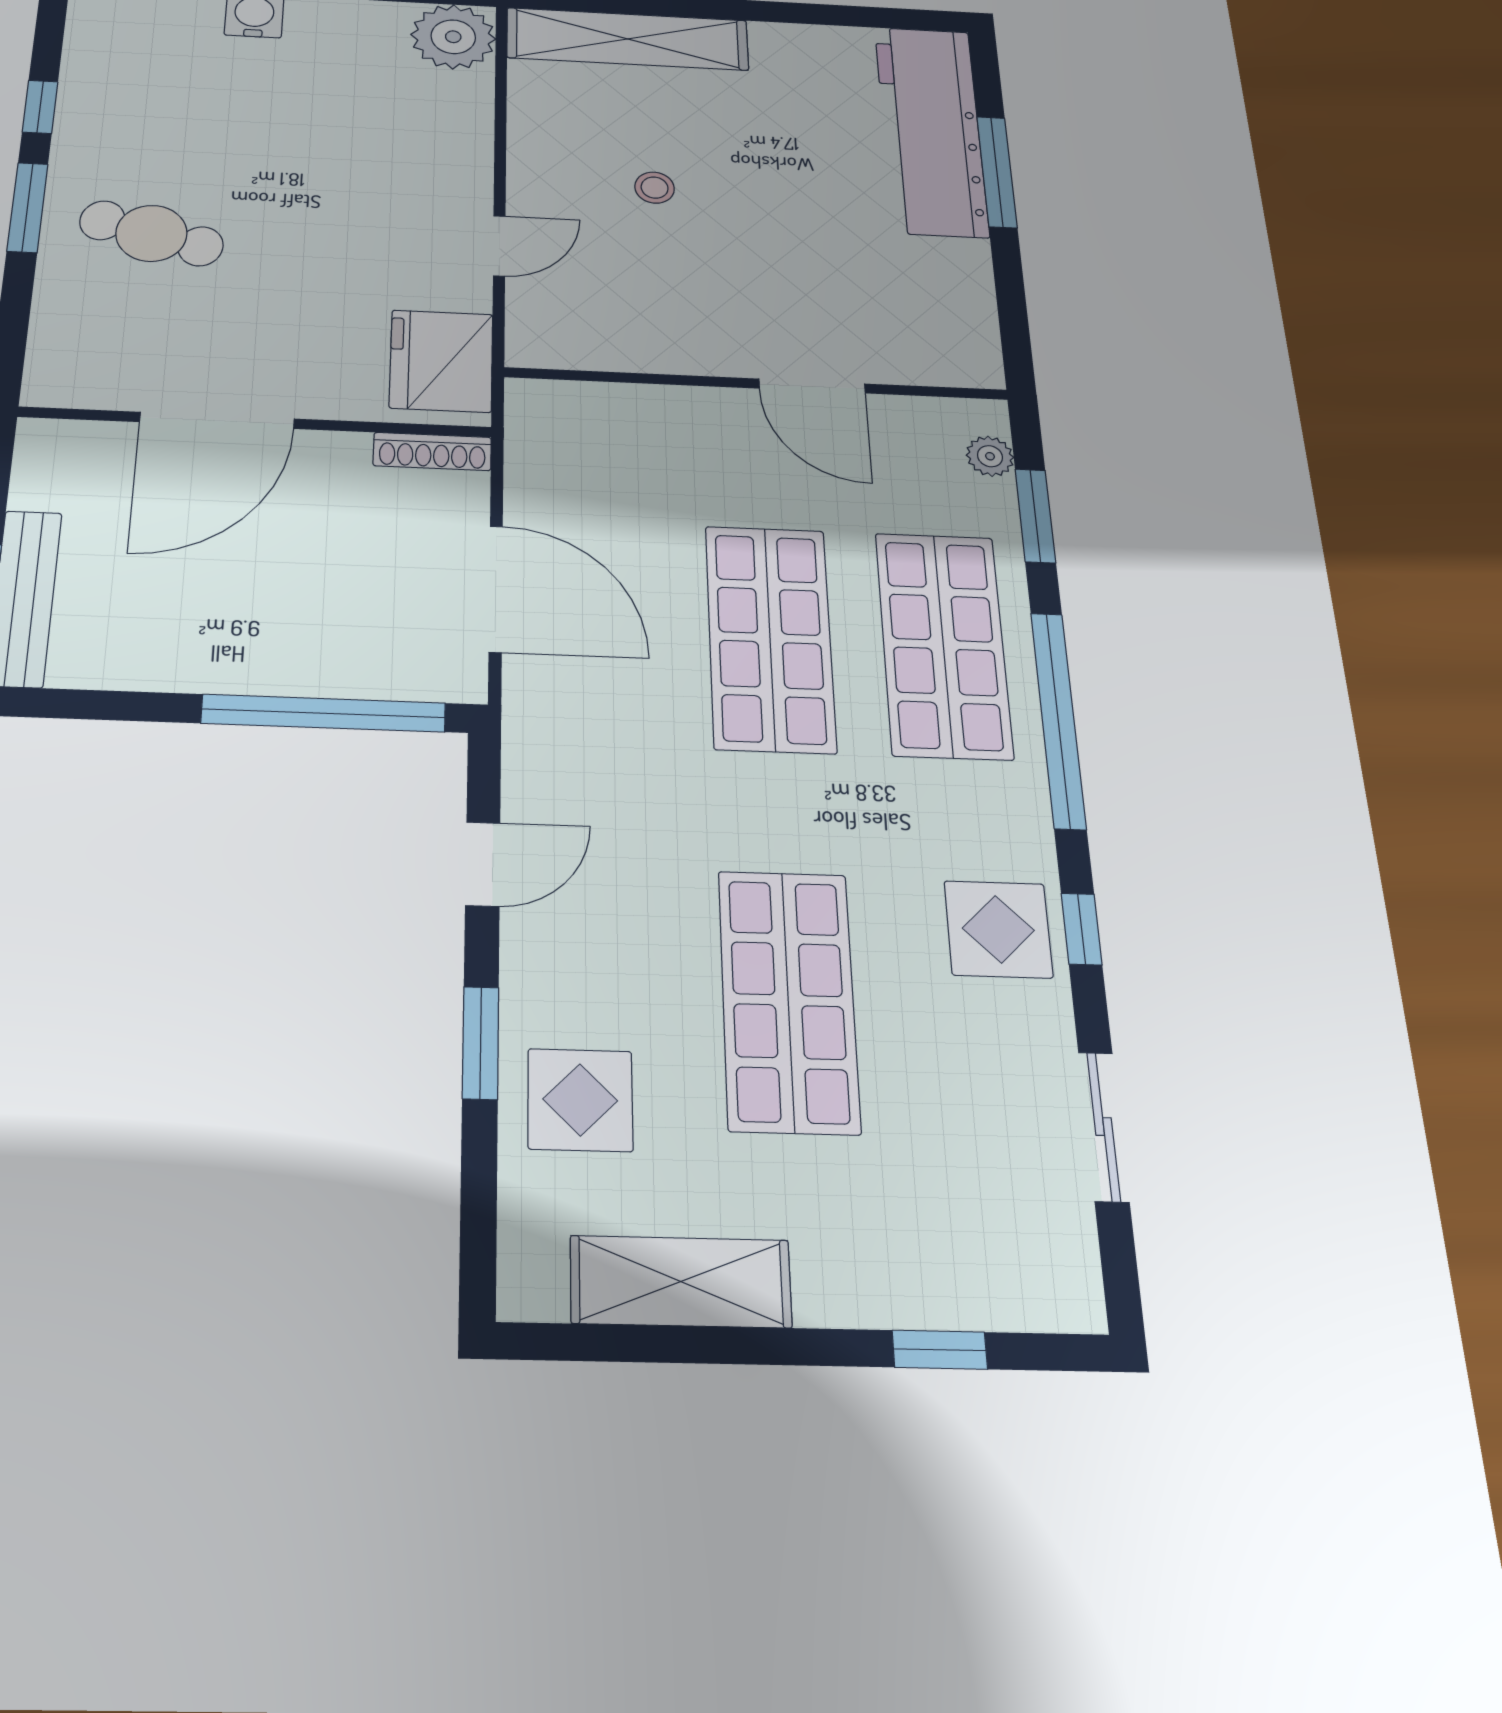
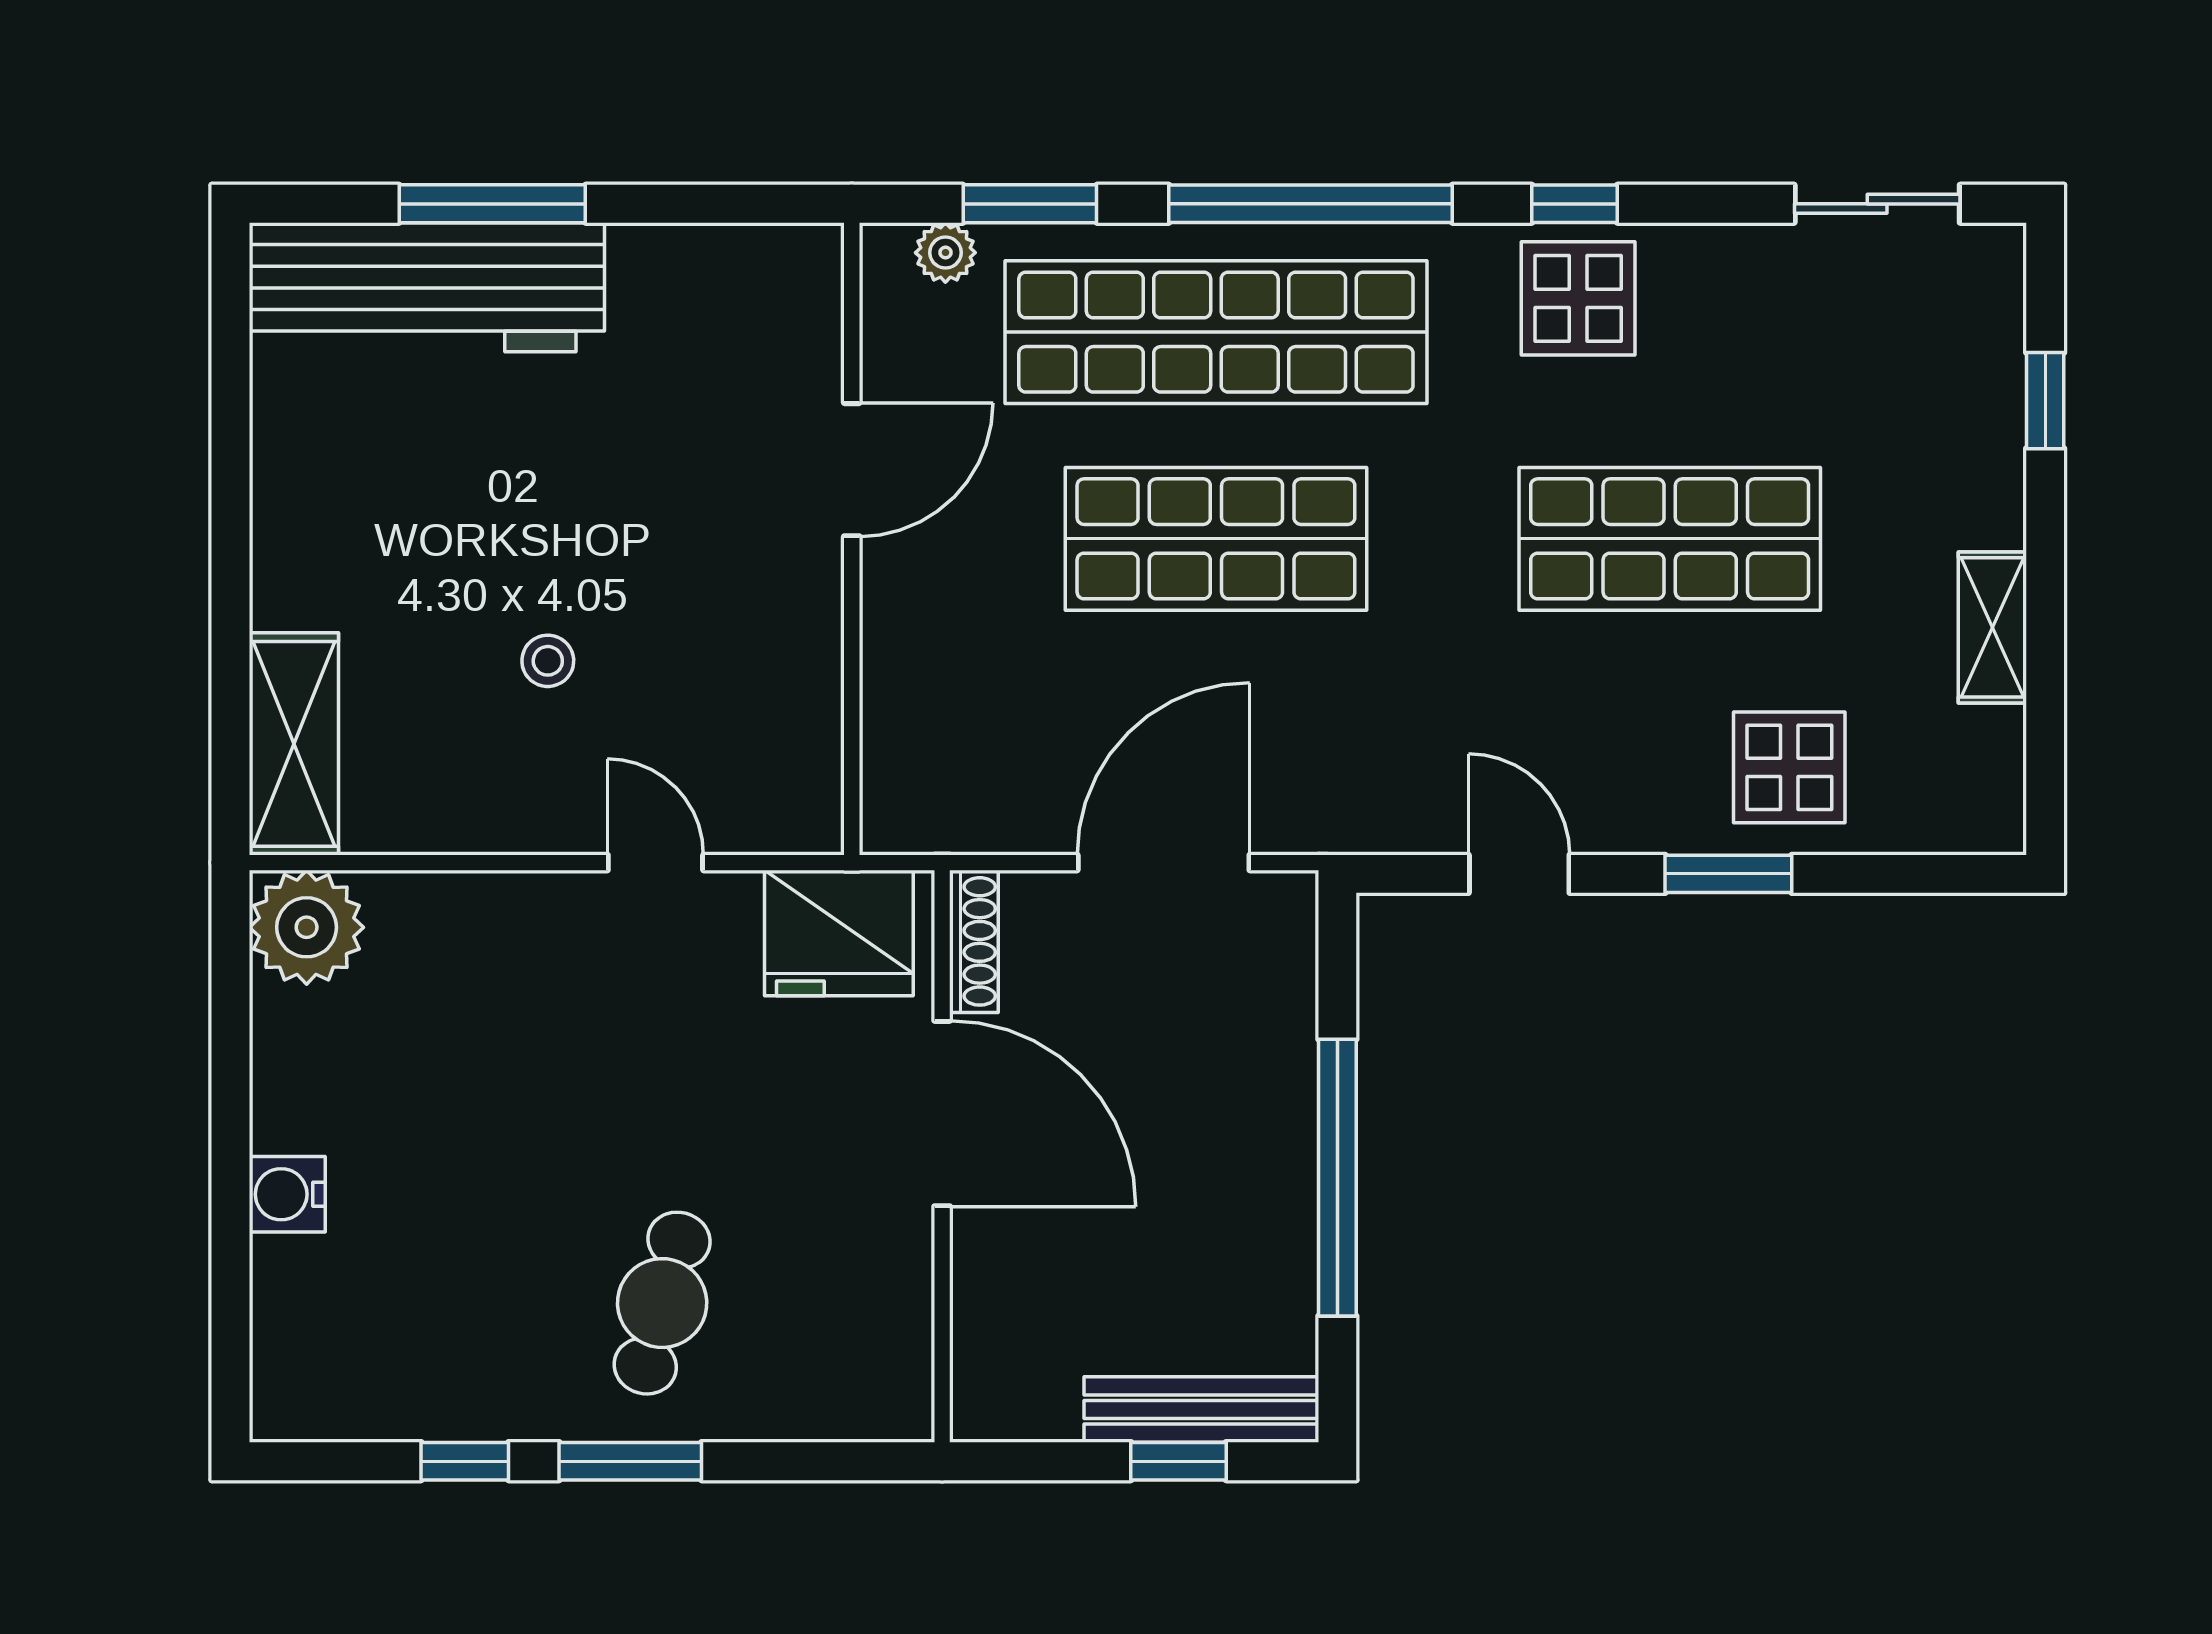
shelving: (628, 39) -> (294, 744), width x0.68
door: (217, 420) -> (942, 1114), moved
shop shelf: (943, 645) -> (1216, 332), width x1.40
window: (324, 713) -> (1337, 1178), moved
sliding door: (1104, 1127) -> (1877, 204), moved
shelving: (681, 1282) -> (1992, 627), width x0.67, depth x0.75

